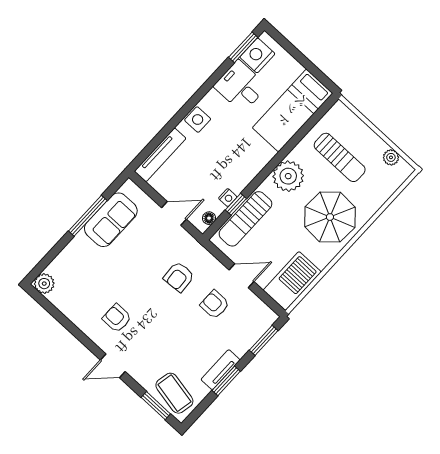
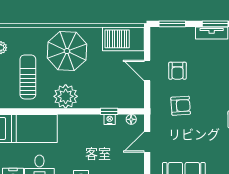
door: (174, 213) -> (147, 142), hinge flipped
sun lounger: (245, 219) -> (112, 98), removed

